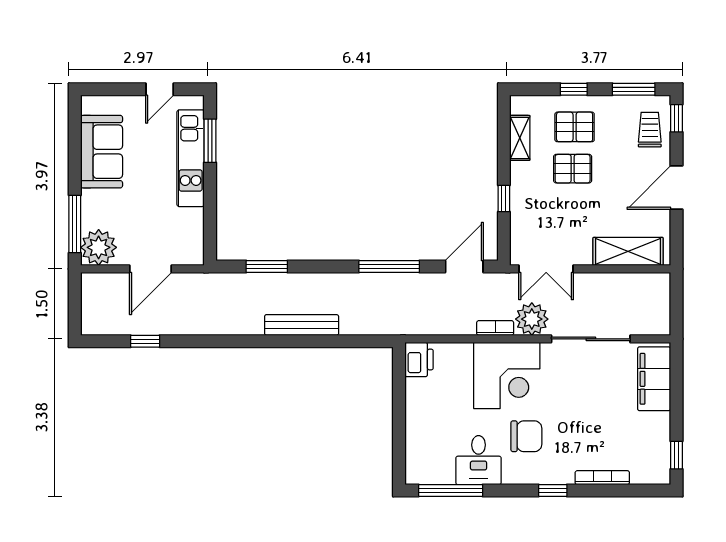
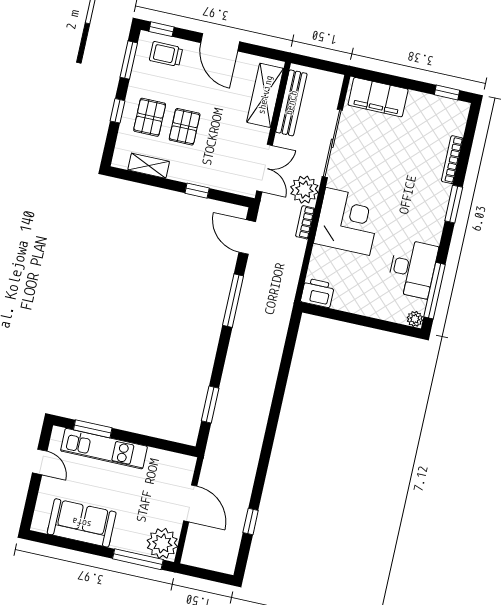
bench: (302, 325) -> (291, 103), moved
chair: (526, 436) -> (403, 216), removed
desk: (479, 460) -> (412, 268), width x1.37
plant: (414, 475) -> (415, 319), added
window: (553, 490) -> (454, 204), width x1.50

